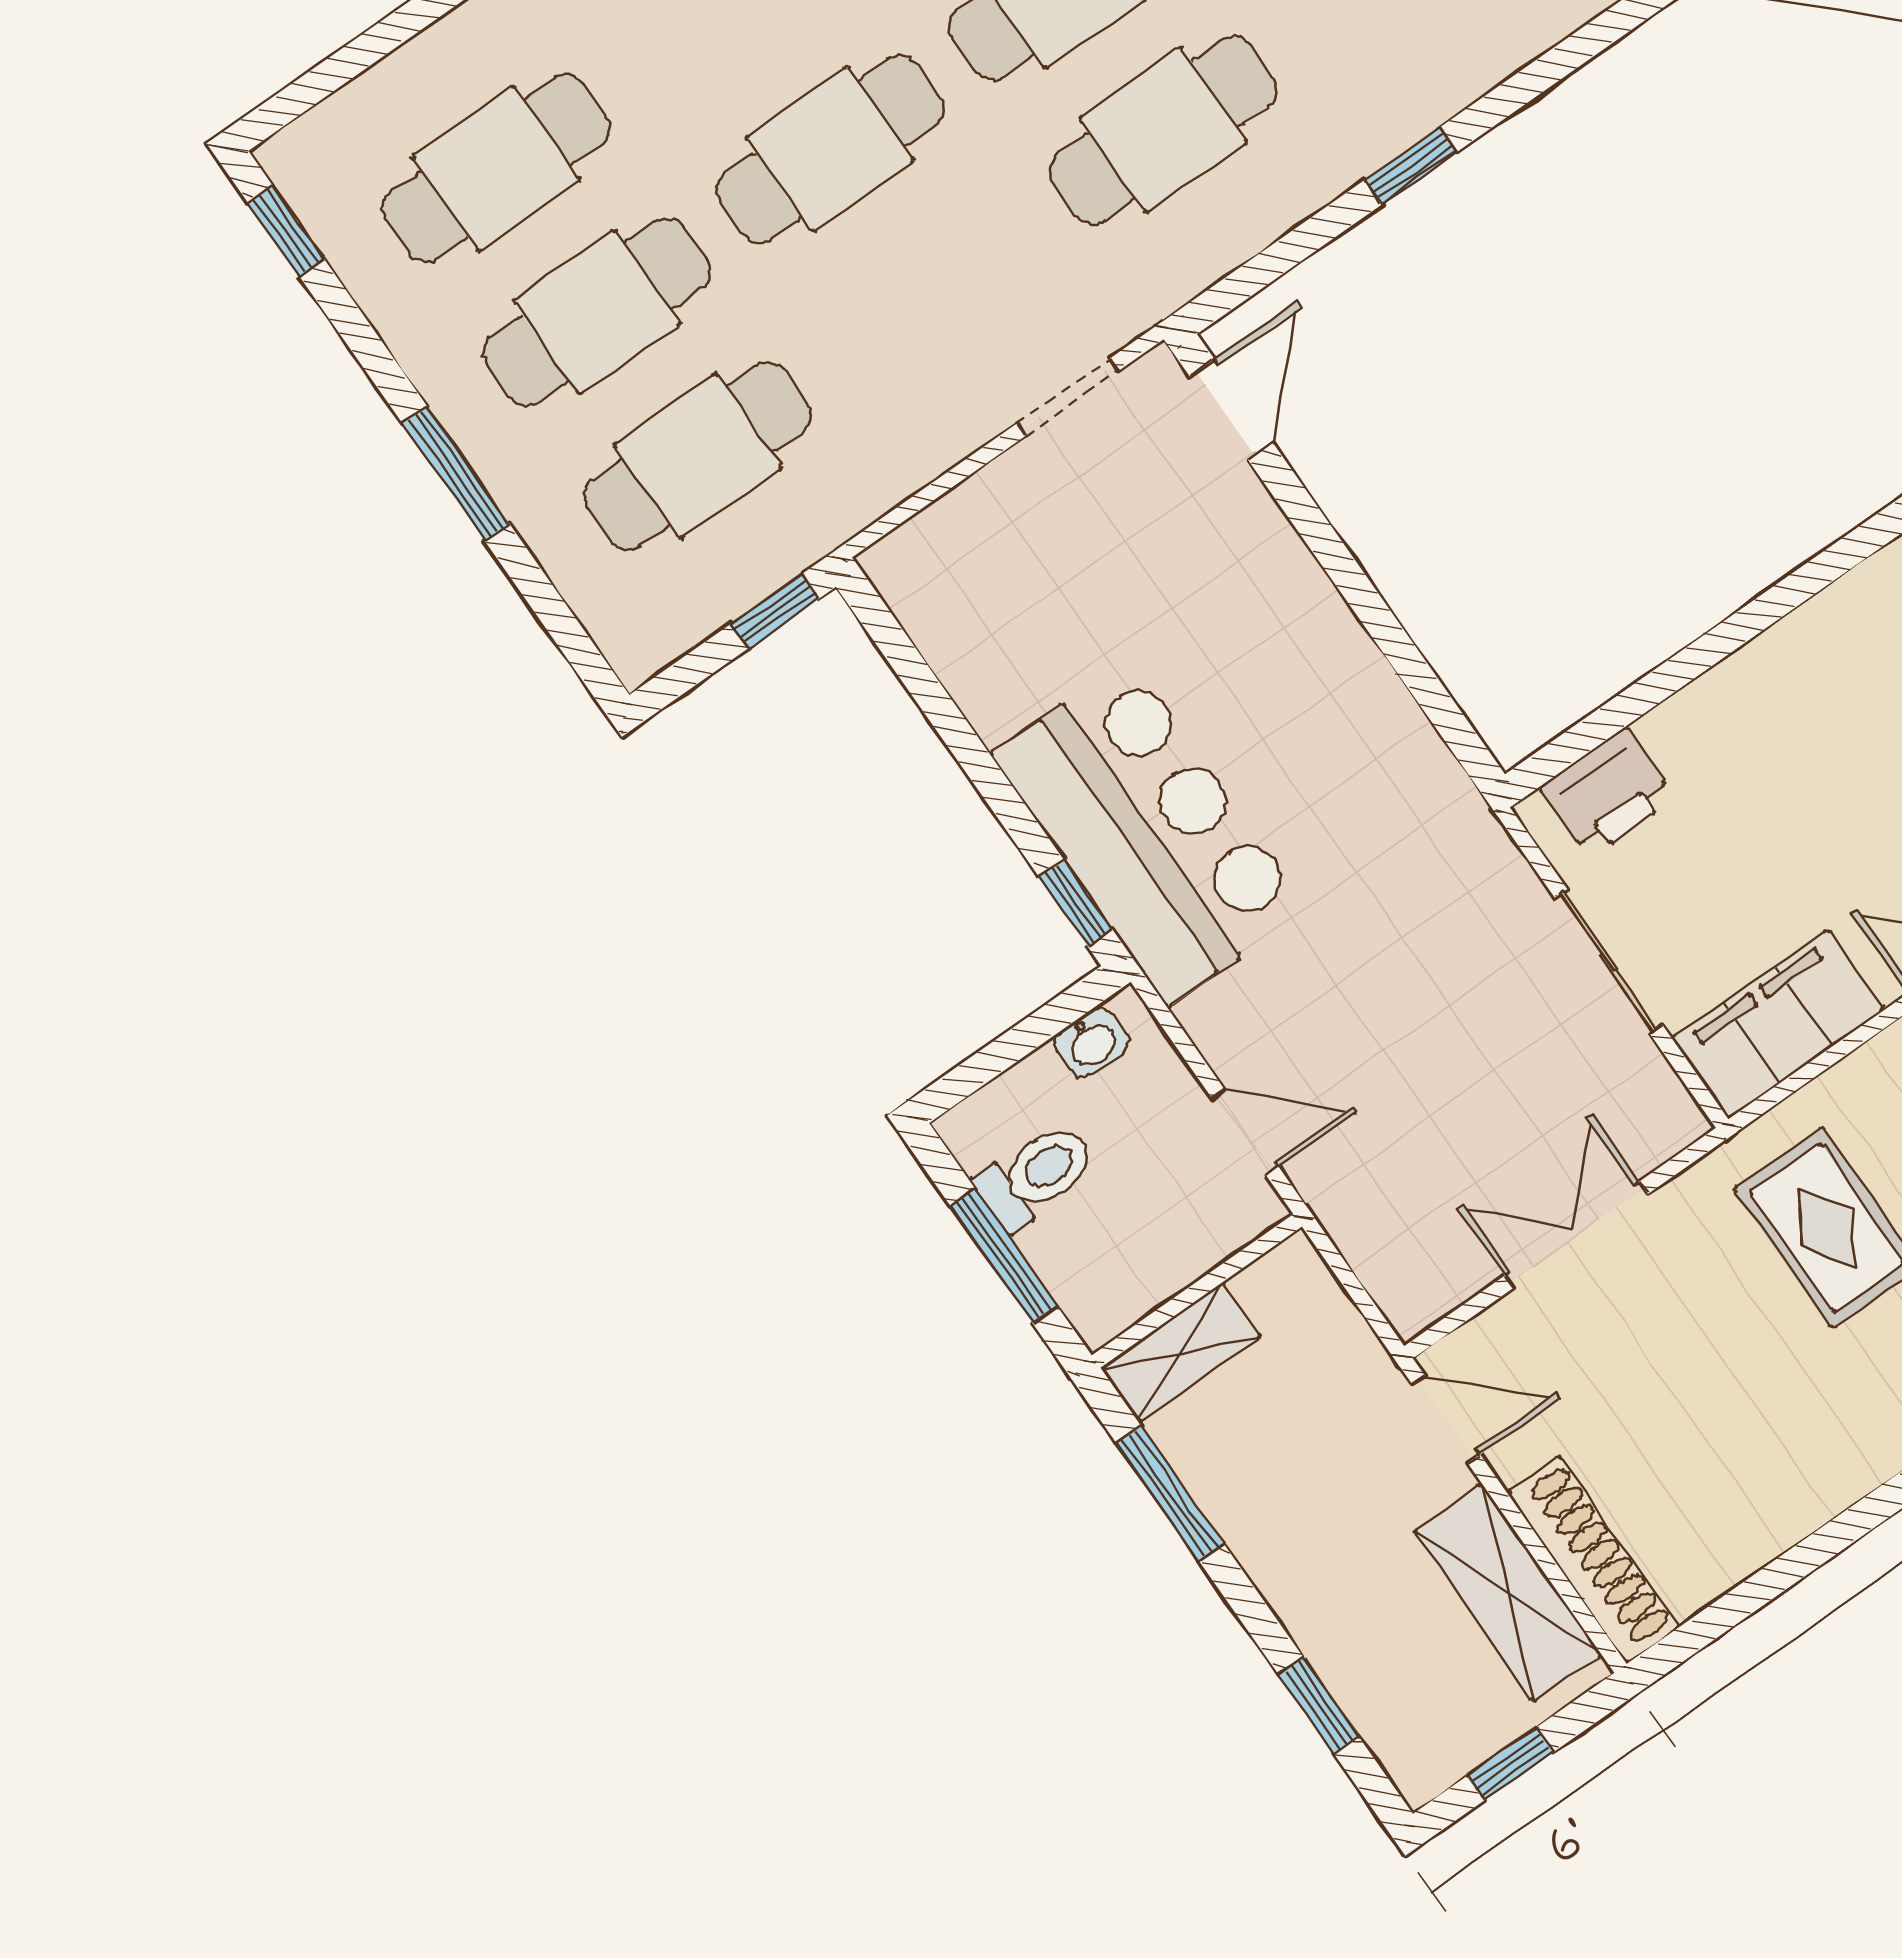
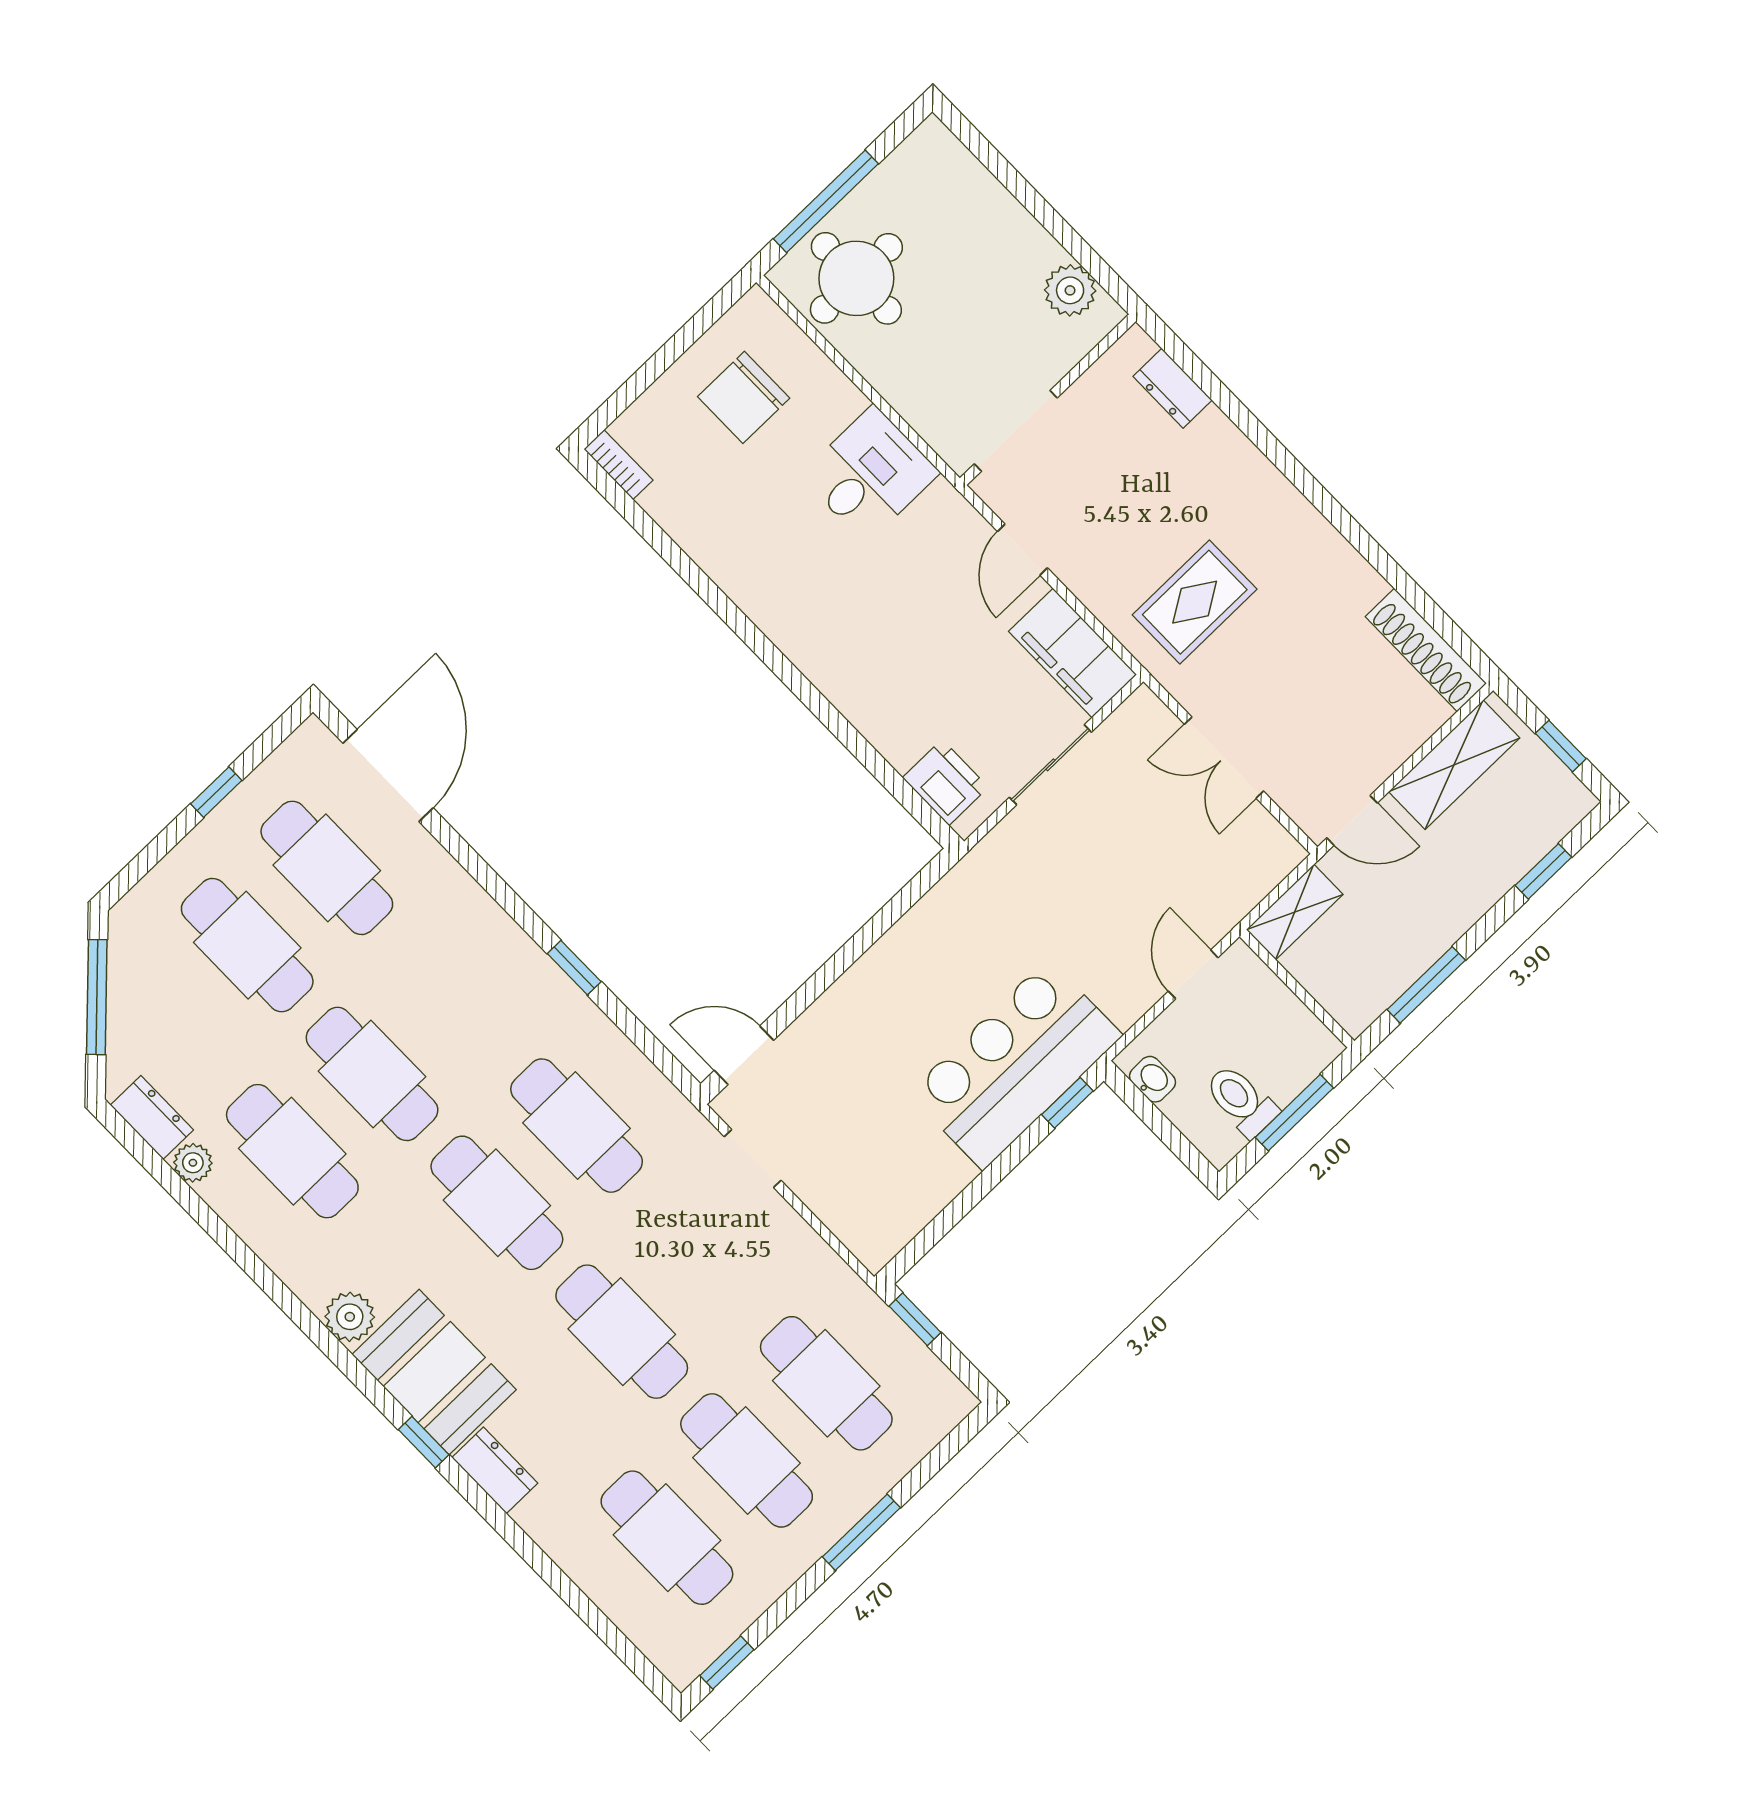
shelving: (1180, 1352) -> (1295, 912), moved, turned 90
door: (1446, 1419) -> (1352, 820), swing flipped
shoe rack: (1593, 1560) -> (1426, 650), moved, turned -90

